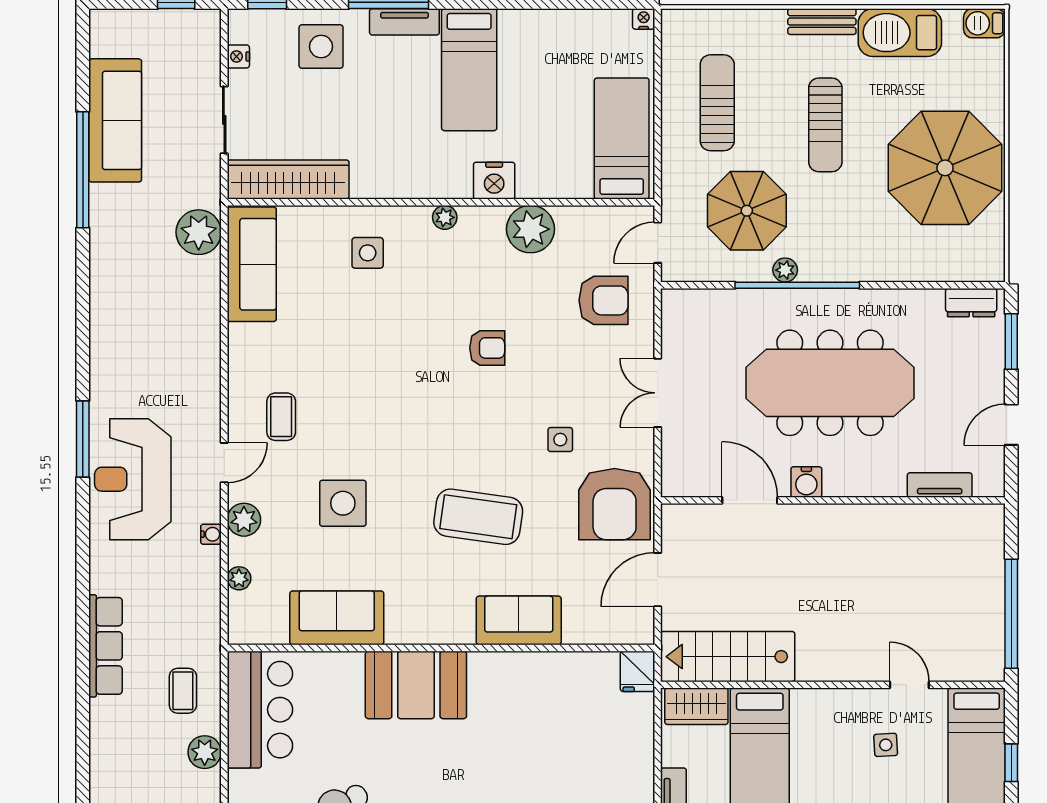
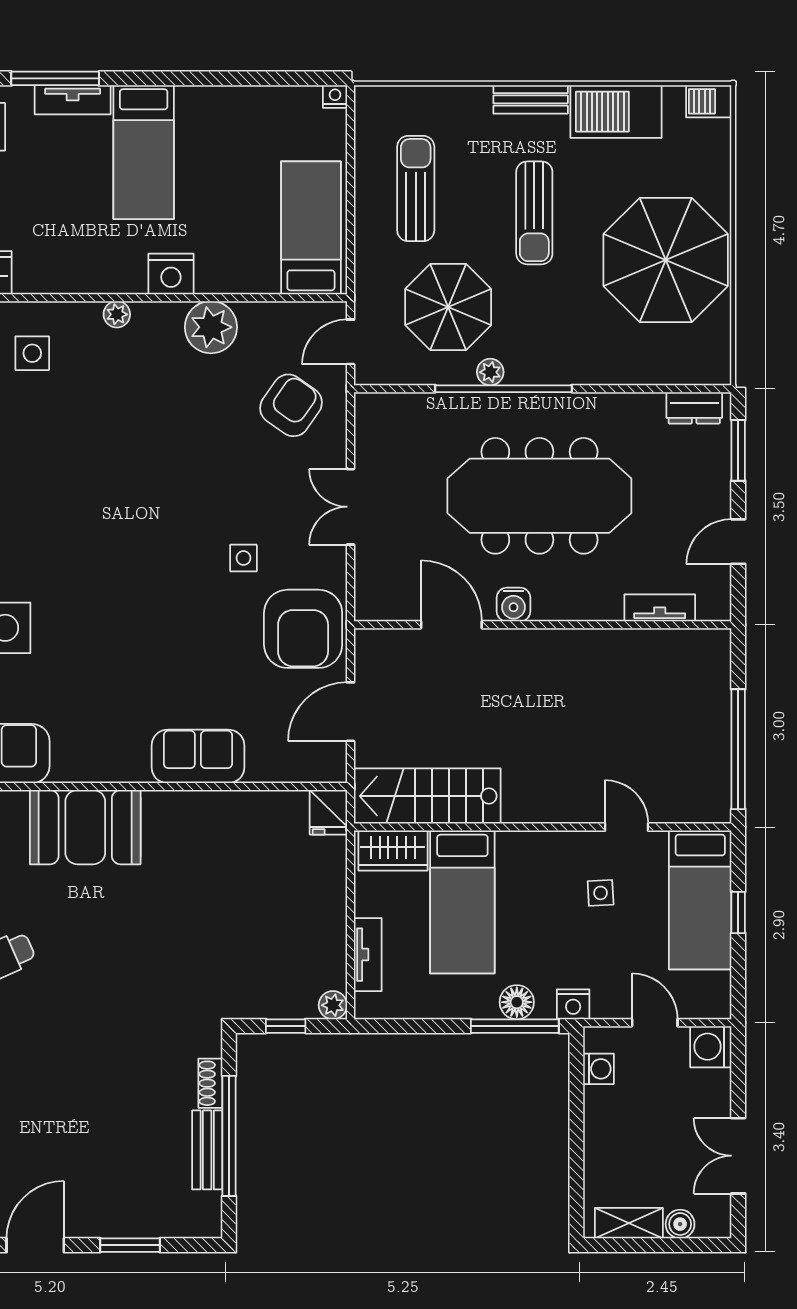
armchair: (604, 300) -> (291, 405), turned -55
armchair: (487, 348) -> (163, 457), removed
coffee table: (478, 517) -> (154, 643), removed

